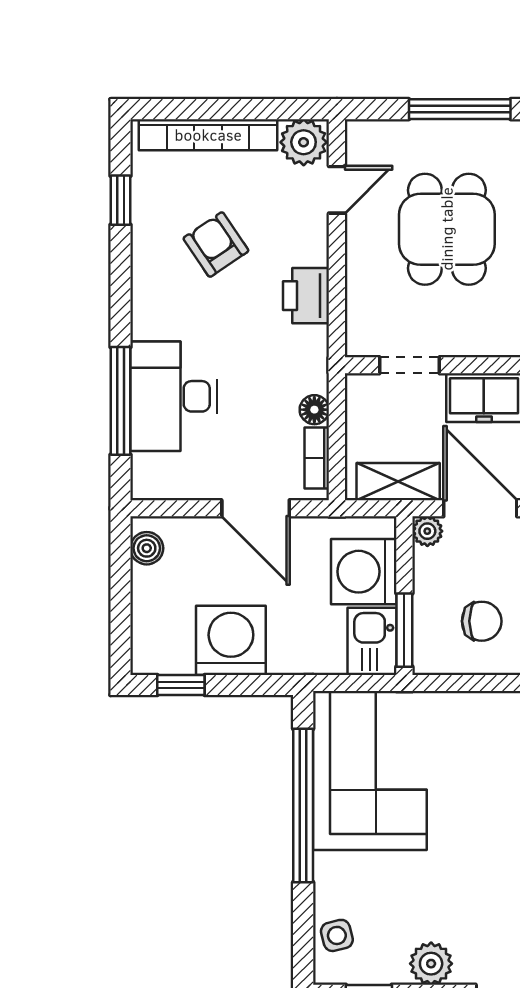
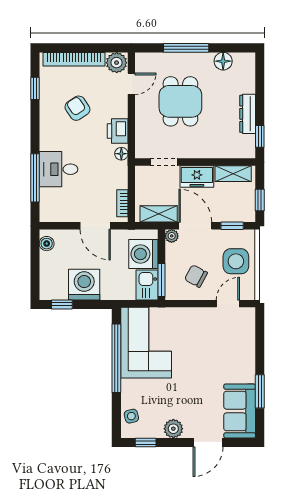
desk: (173, 396) -> (59, 169), width x0.73
floor lamp: (314, 410) -> (121, 154), moved
chair: (482, 621) -> (196, 276), turned -152

